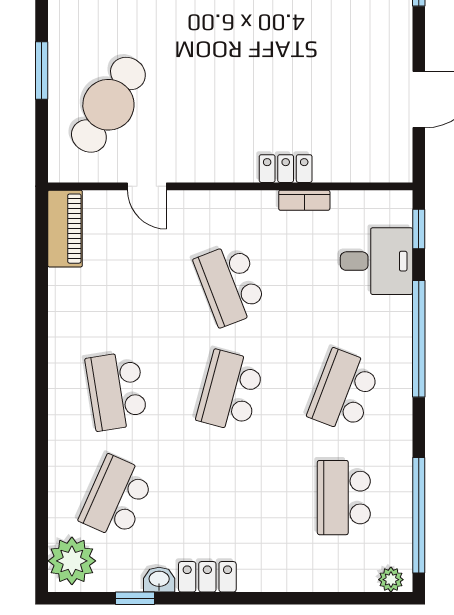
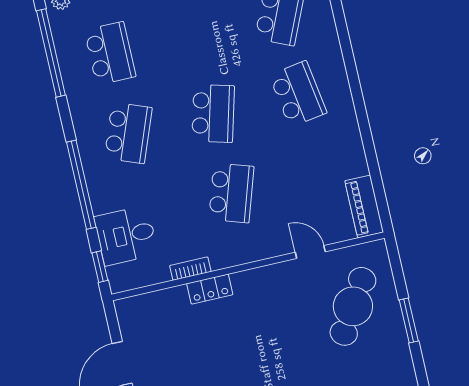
school desk: (230, 285) -> (231, 193), turned 39

